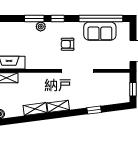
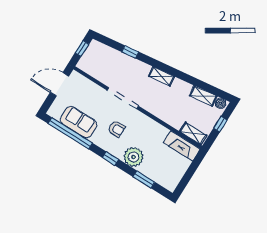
window: (34, 18) -> (144, 179), moved
plant: (41, 27) -> (134, 157), width x1.88, depth x1.88
shelving: (35, 109) -> (203, 96), moved

